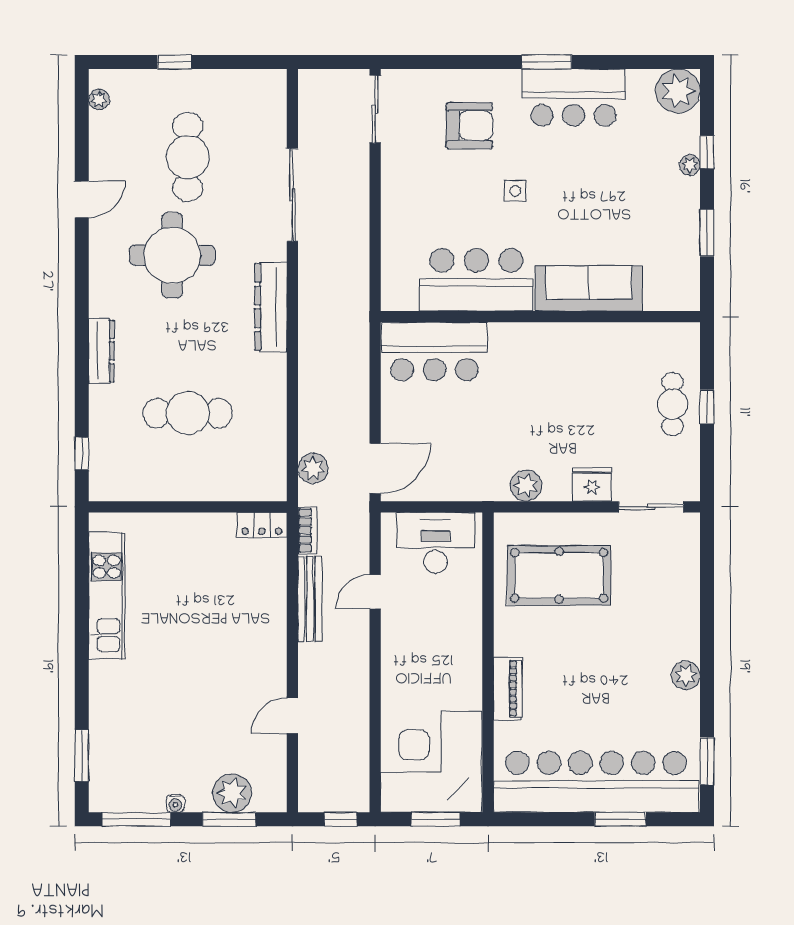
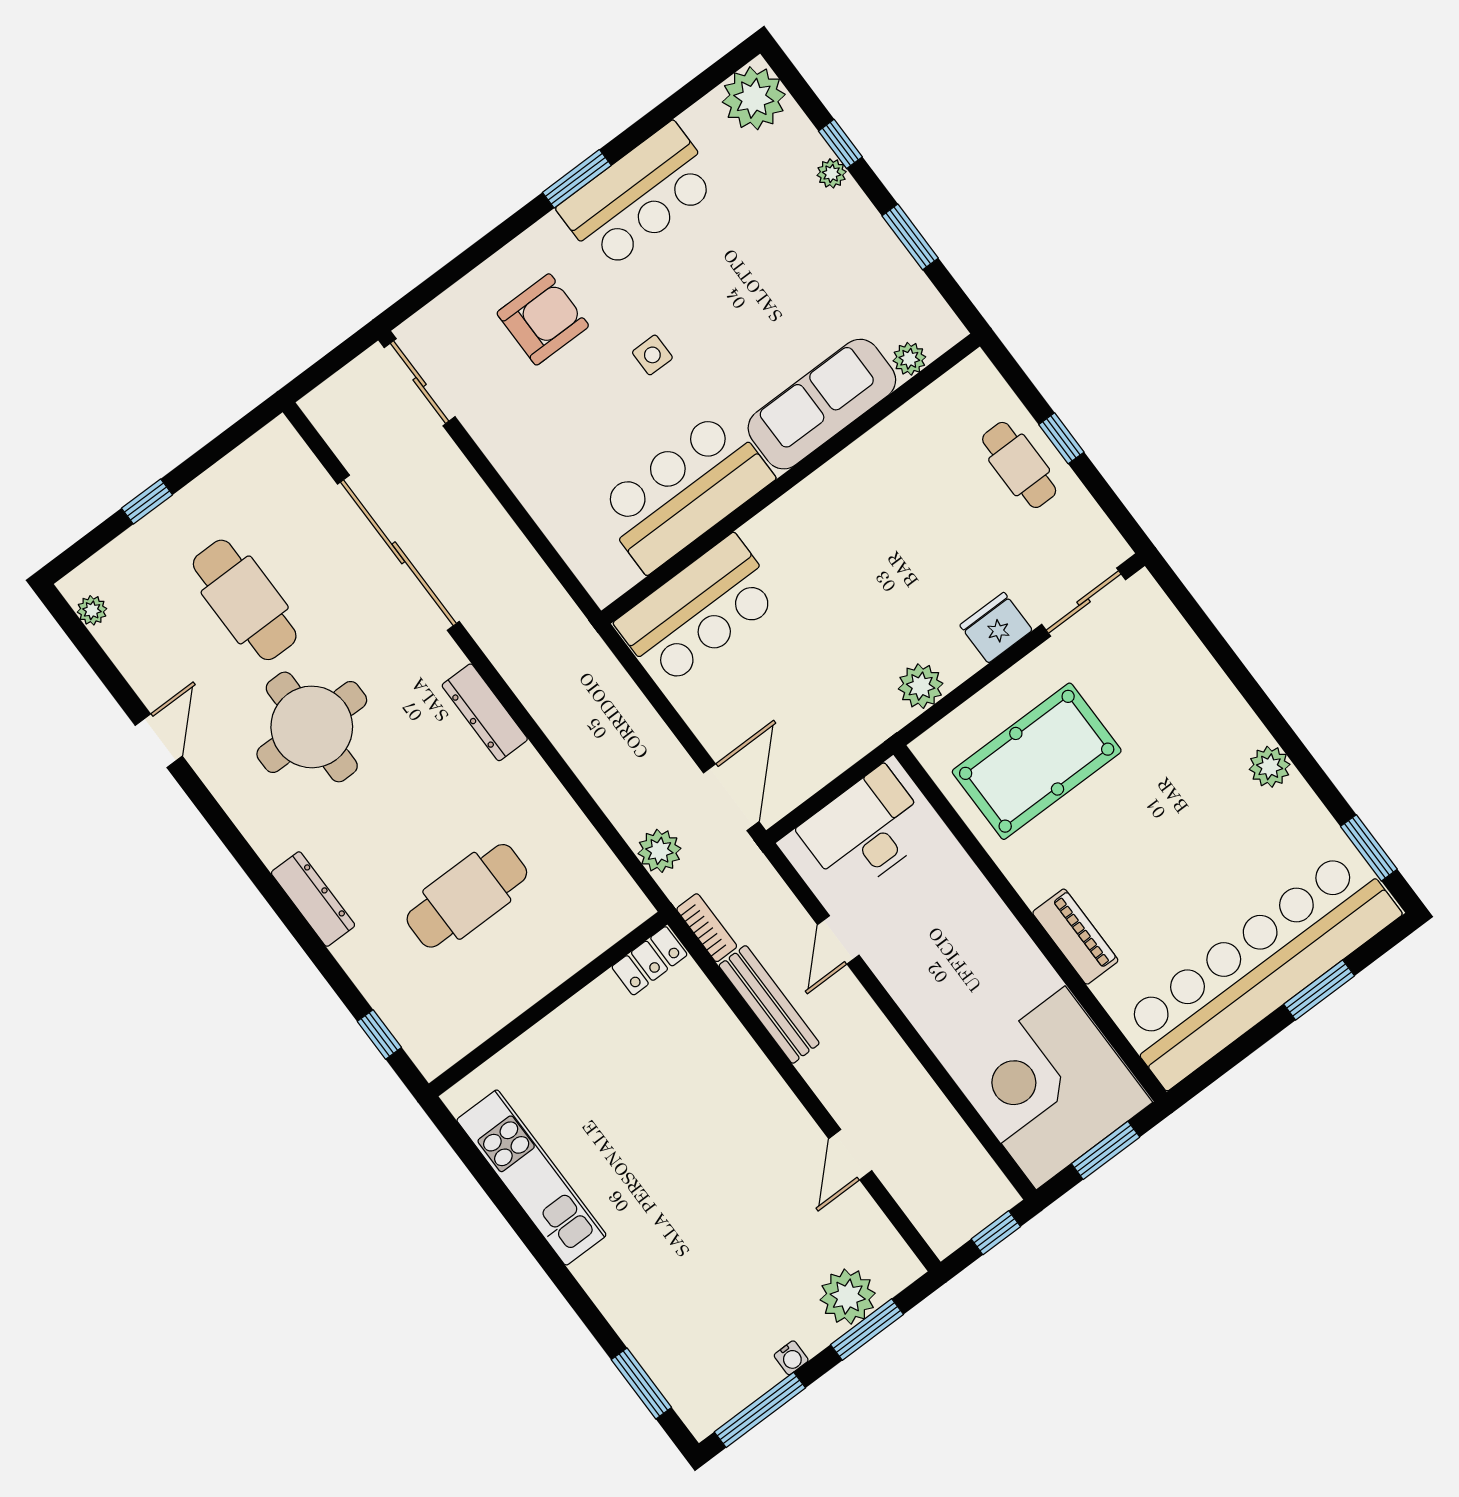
sliding door: (292, 195) -> (398, 553), width x1.36
plant: (656, 300) -> (909, 359), added
dresser: (271, 307) -> (485, 712), width x0.73, depth x0.80

